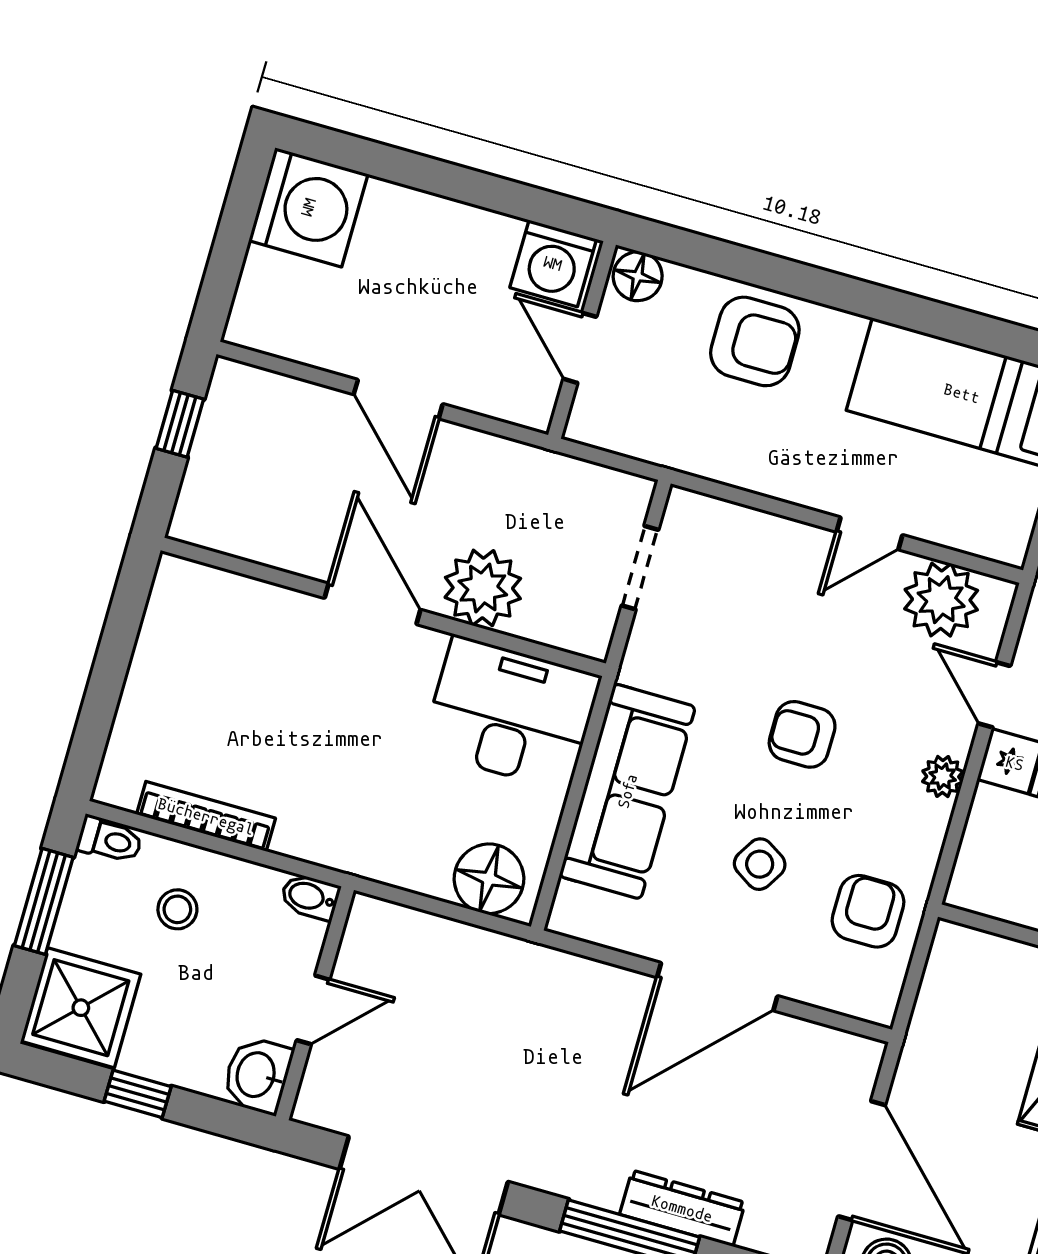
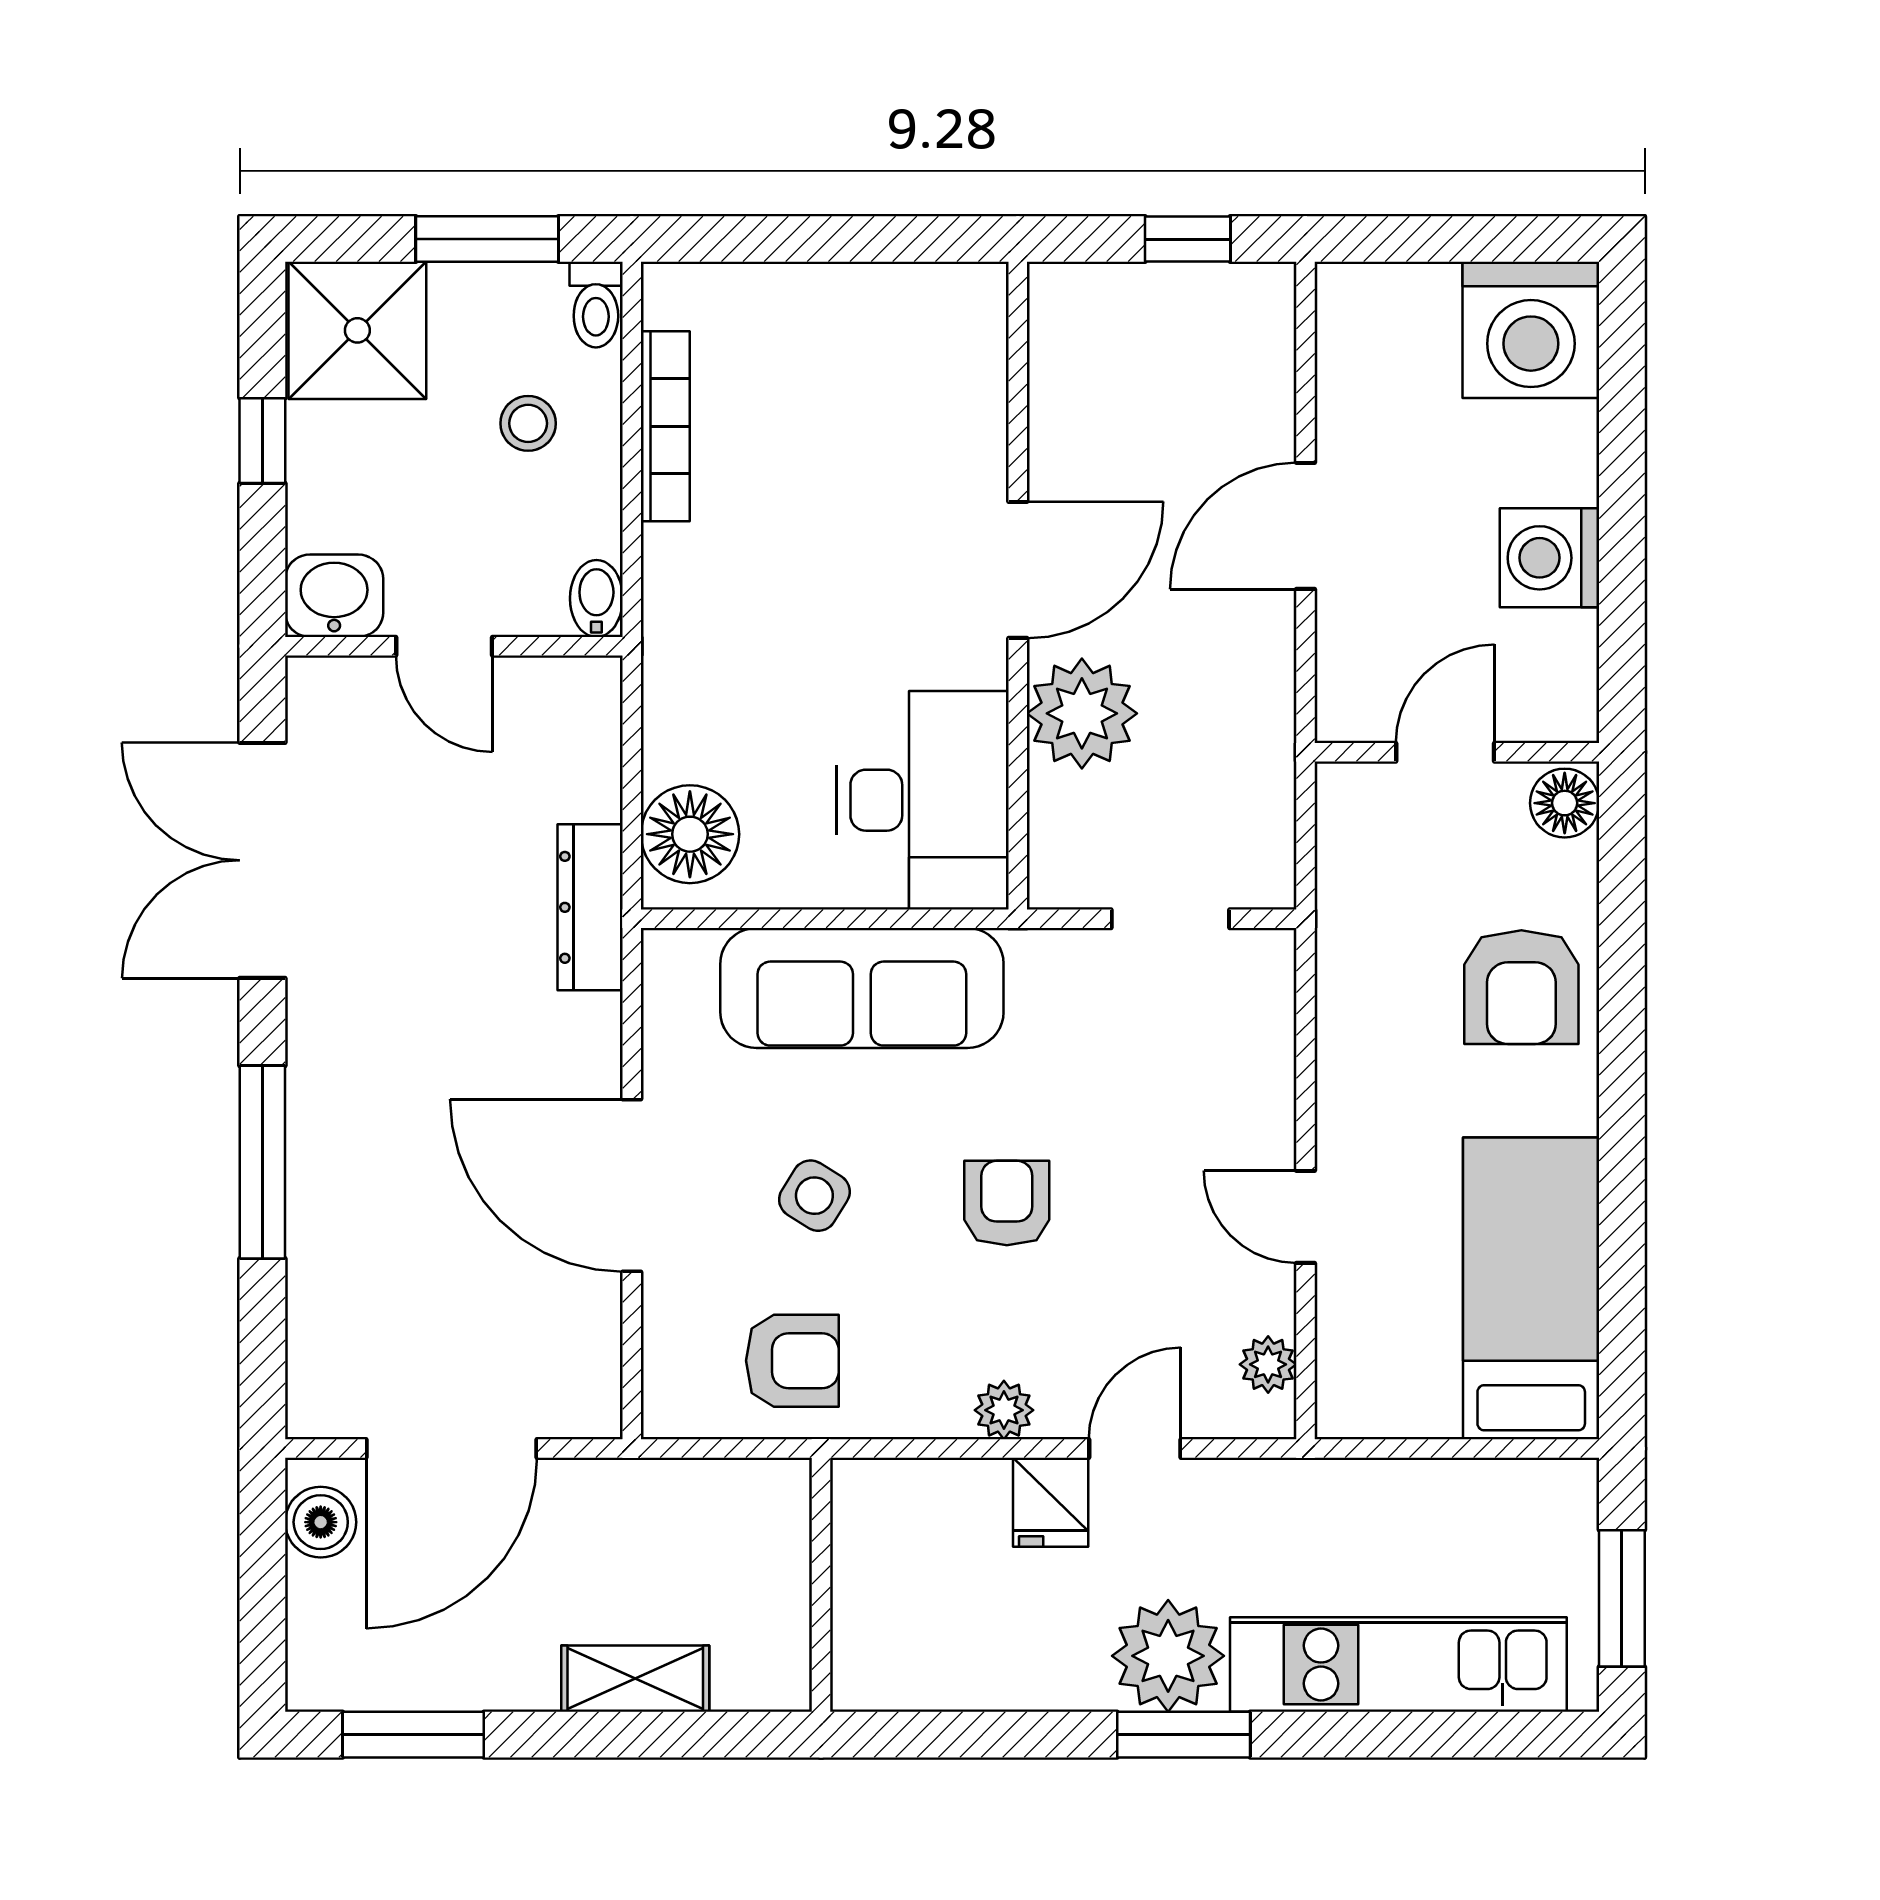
washing machine: (553, 263) -> (1549, 558), moved
plant: (941, 600) -> (1268, 1364), width x0.53, depth x0.53
dresser: (682, 1208) -> (590, 907), moved, turned 180

